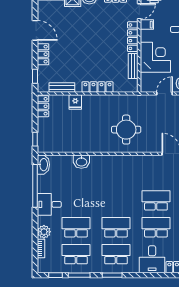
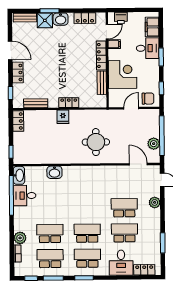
locker: (97, 87) -> (69, 103), width x0.66
fridge: (75, 102) -> (63, 117), moved
desk: (49, 204) -> (25, 196), moved

